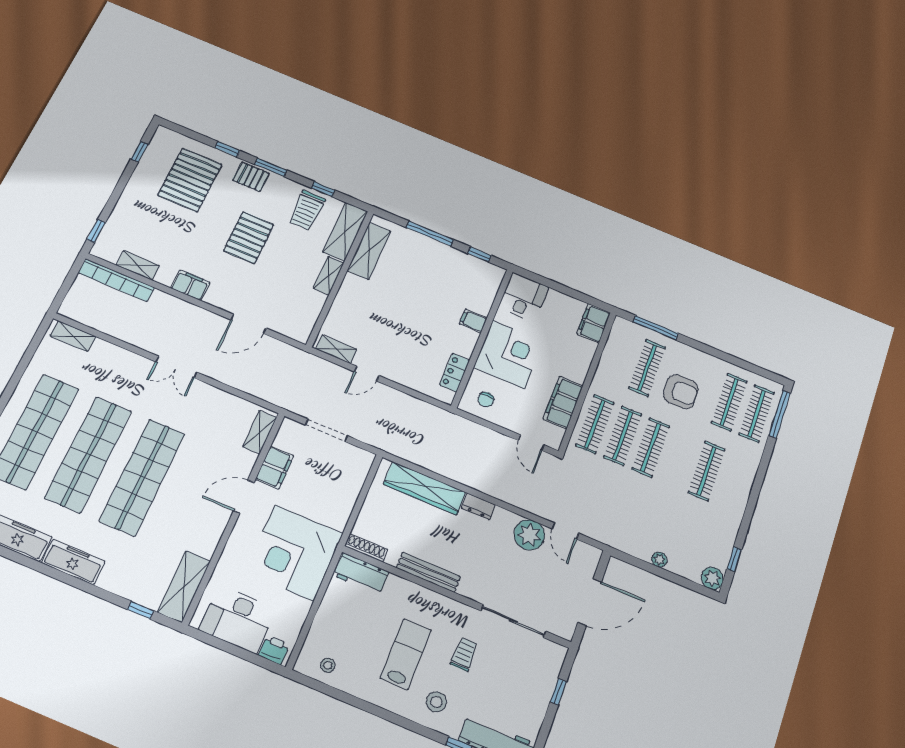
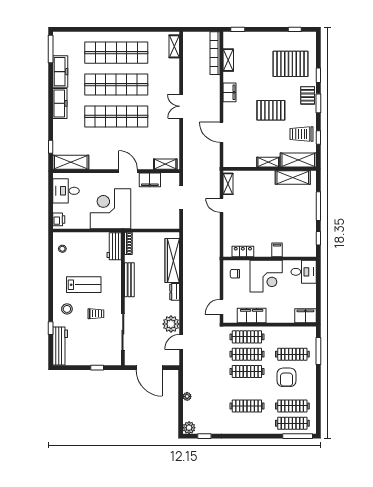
desk: (238, 619) -> (66, 191), width x0.73

